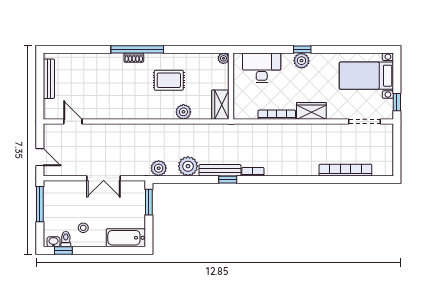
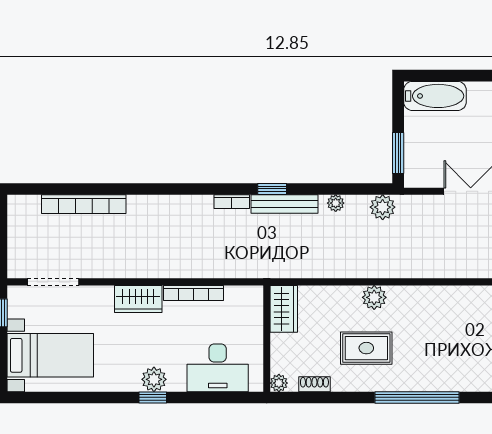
shoe rack: (134, 58) -> (314, 384), moved
plant: (183, 112) -> (374, 297), moved
plant: (188, 166) -> (336, 203), width x0.53, depth x0.53

